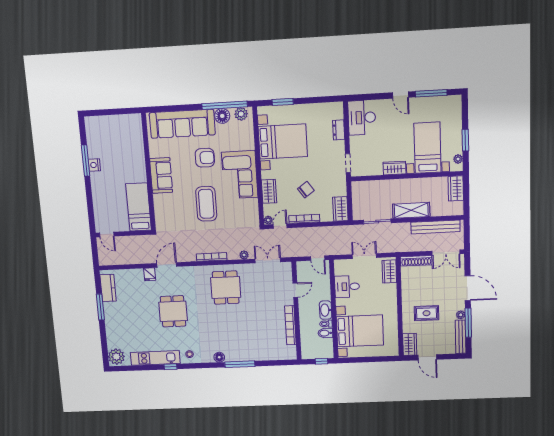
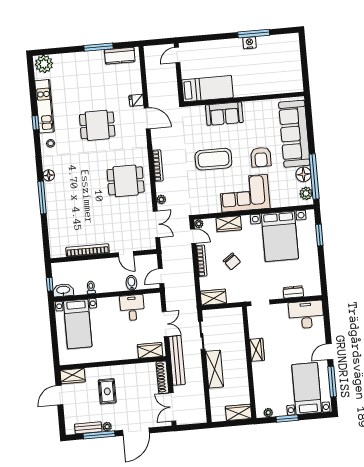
bed with nightstands: (427, 148) -> (307, 389), moved, turned -90
sofa: (161, 176) -> (224, 114), moved
bench: (435, 227) -> (177, 360), moved
washbasin: (326, 310) -> (63, 290), moved
bed with nightstands: (360, 331) -> (78, 324), width x0.73
bidet: (325, 333) -> (131, 283), moved
bench: (461, 337) -> (88, 428), width x0.73

